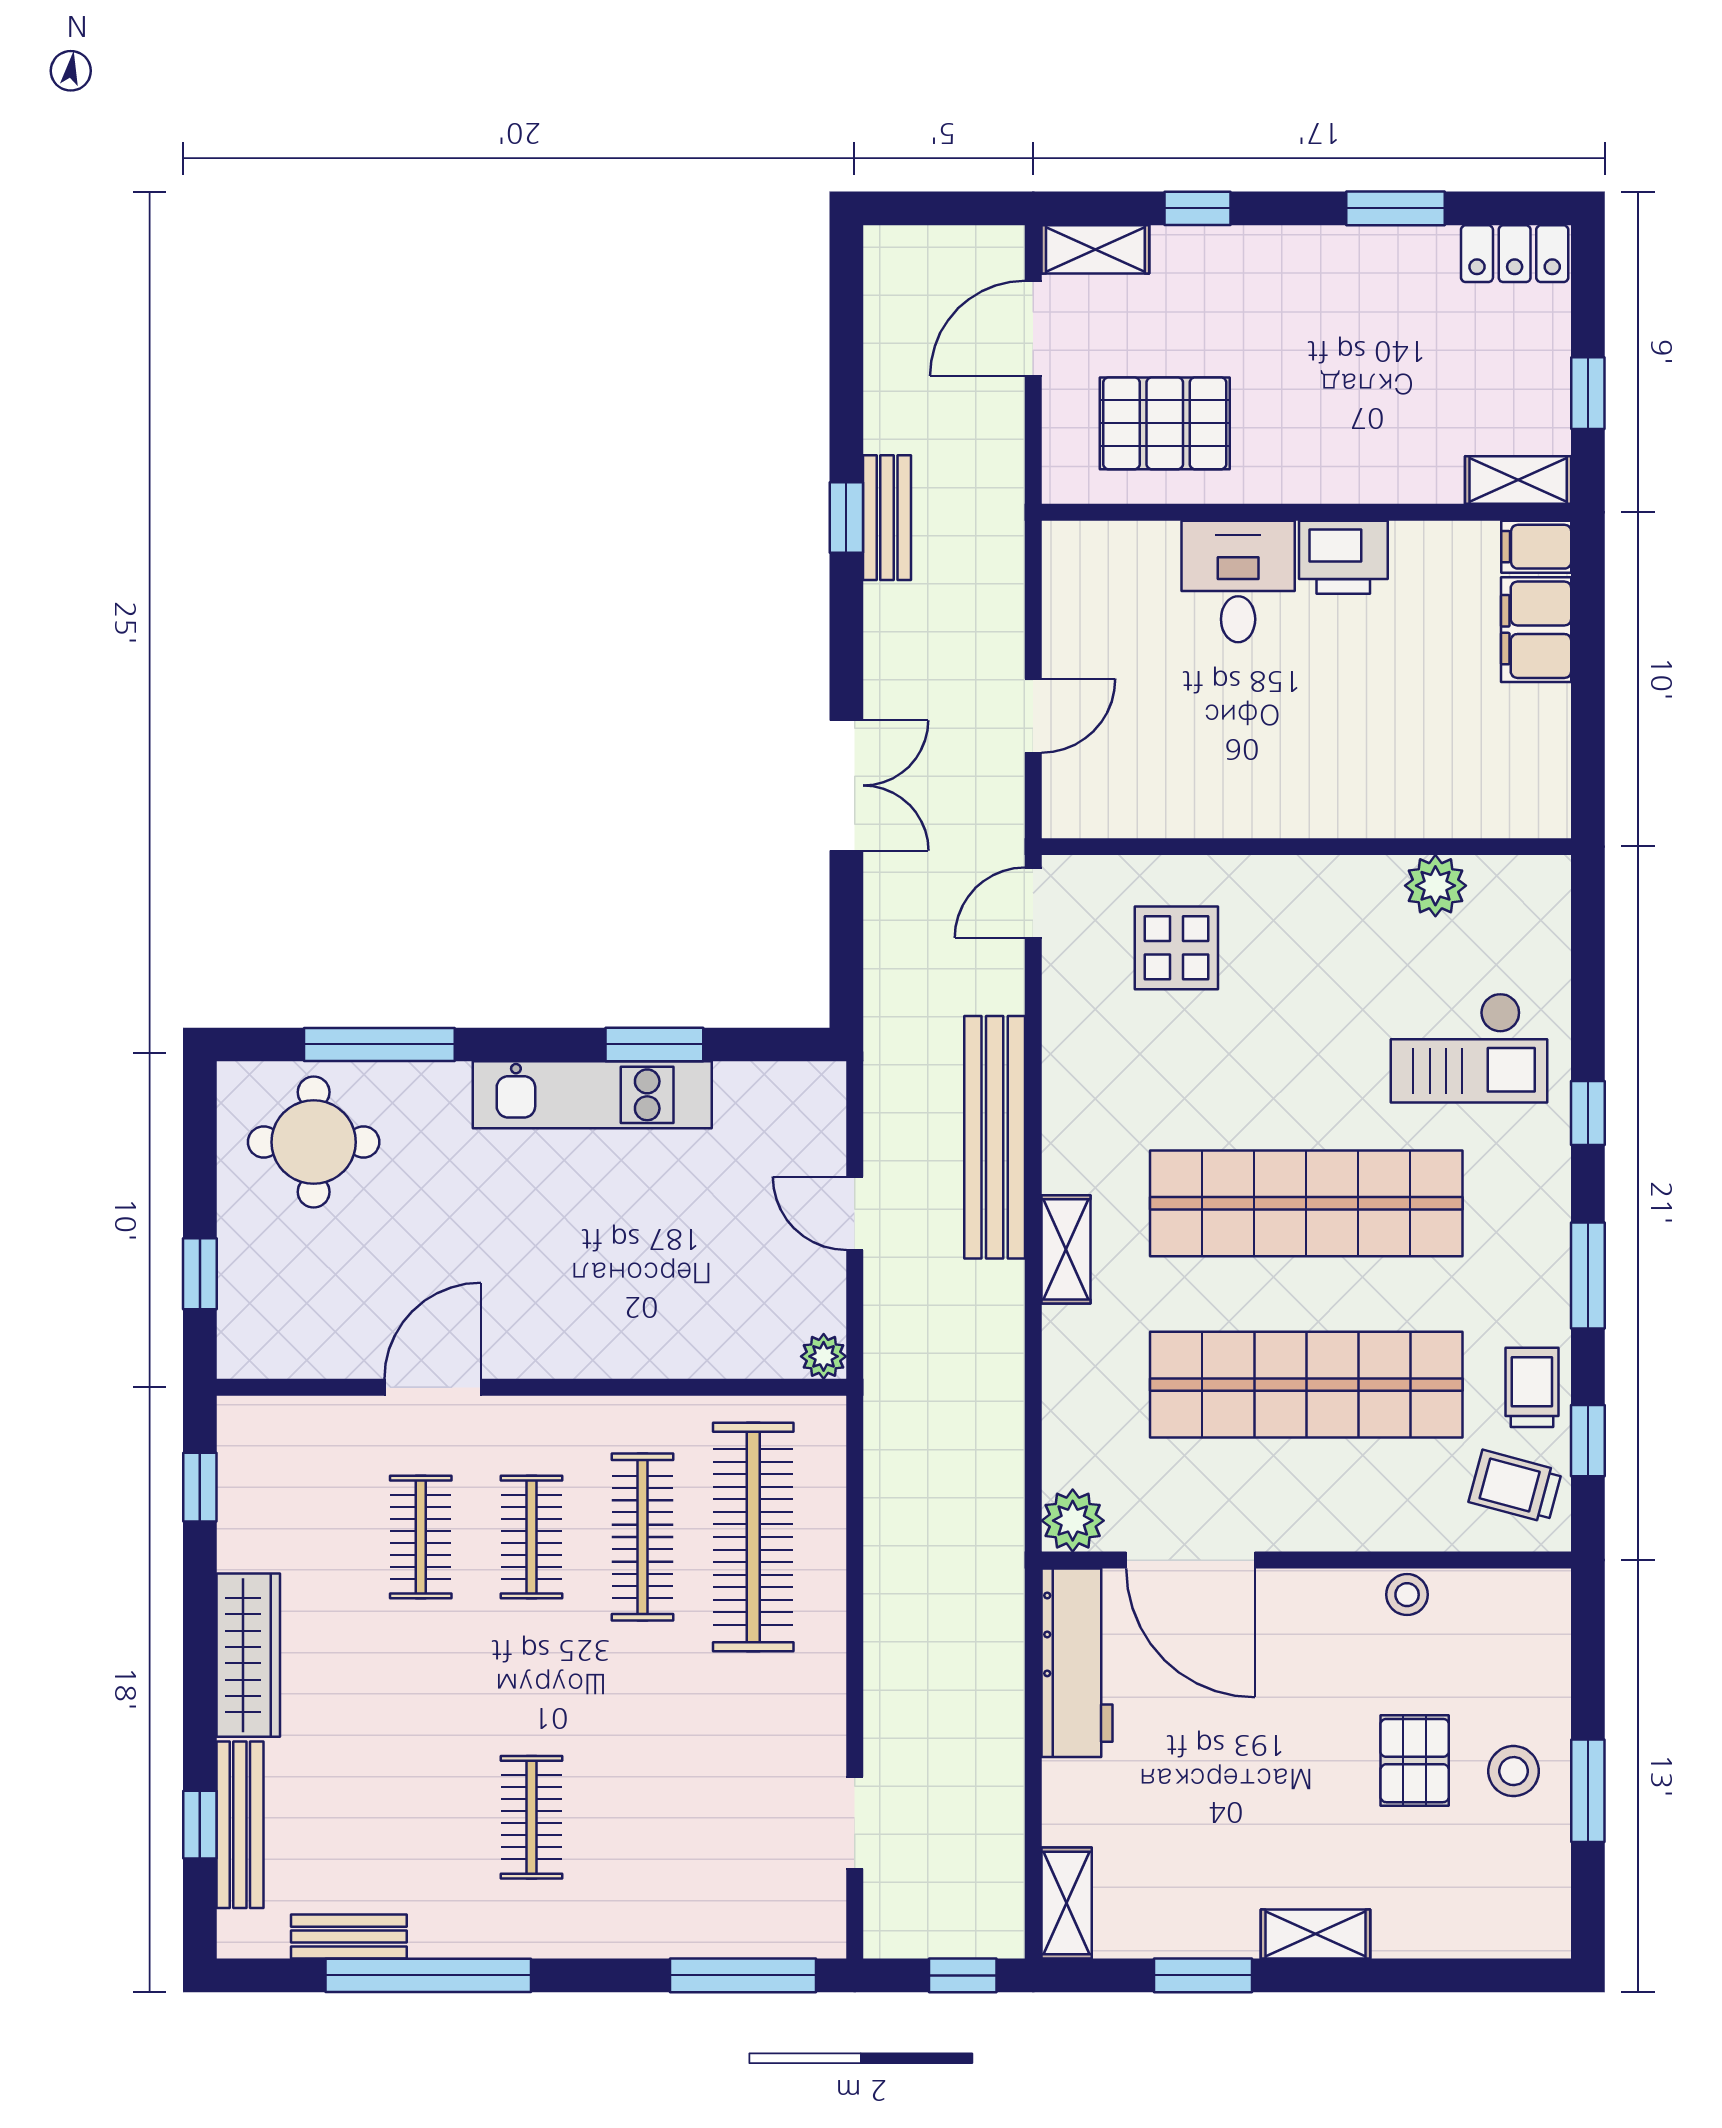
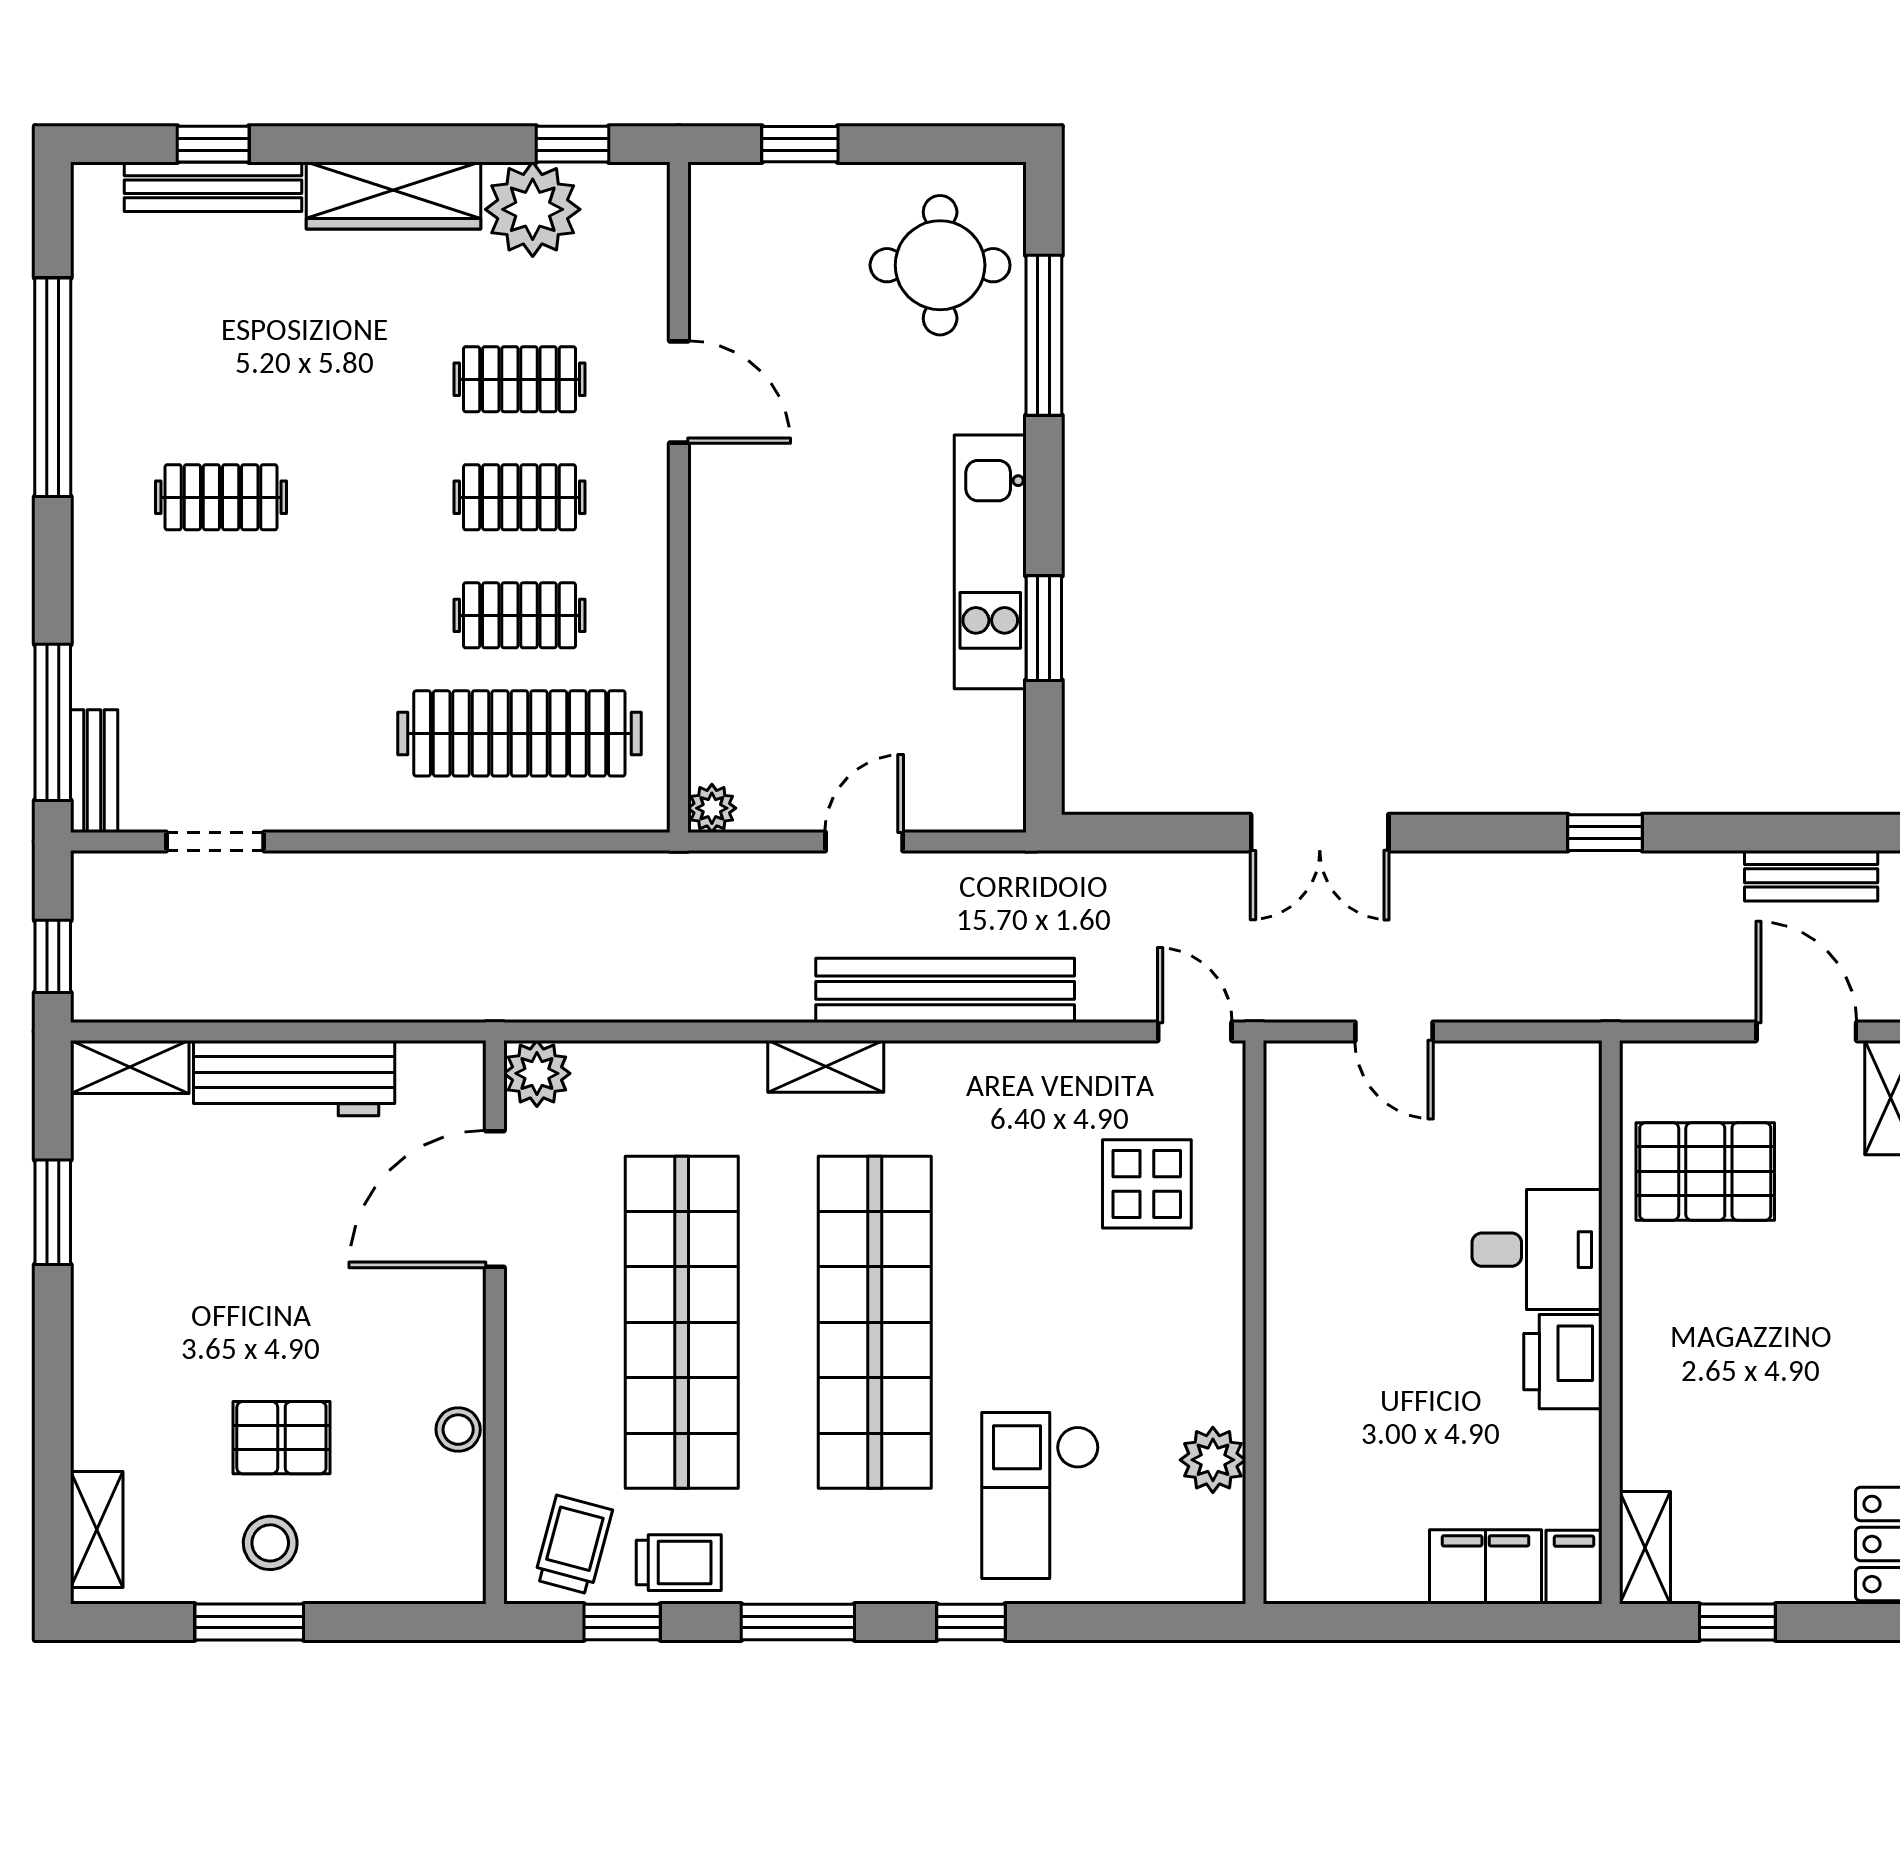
pallet: (1165, 423) -> (1705, 1171), turned 90
bench: (887, 518) -> (1811, 876), moved
plant: (261, 1525) -> (533, 209), added
clothes rail: (642, 1537) -> (519, 615), width x0.73
workbench: (1077, 1663) -> (294, 1078), moved
shelving: (1316, 1934) -> (97, 1529), moved
bench: (349, 1937) -> (94, 771), moved

